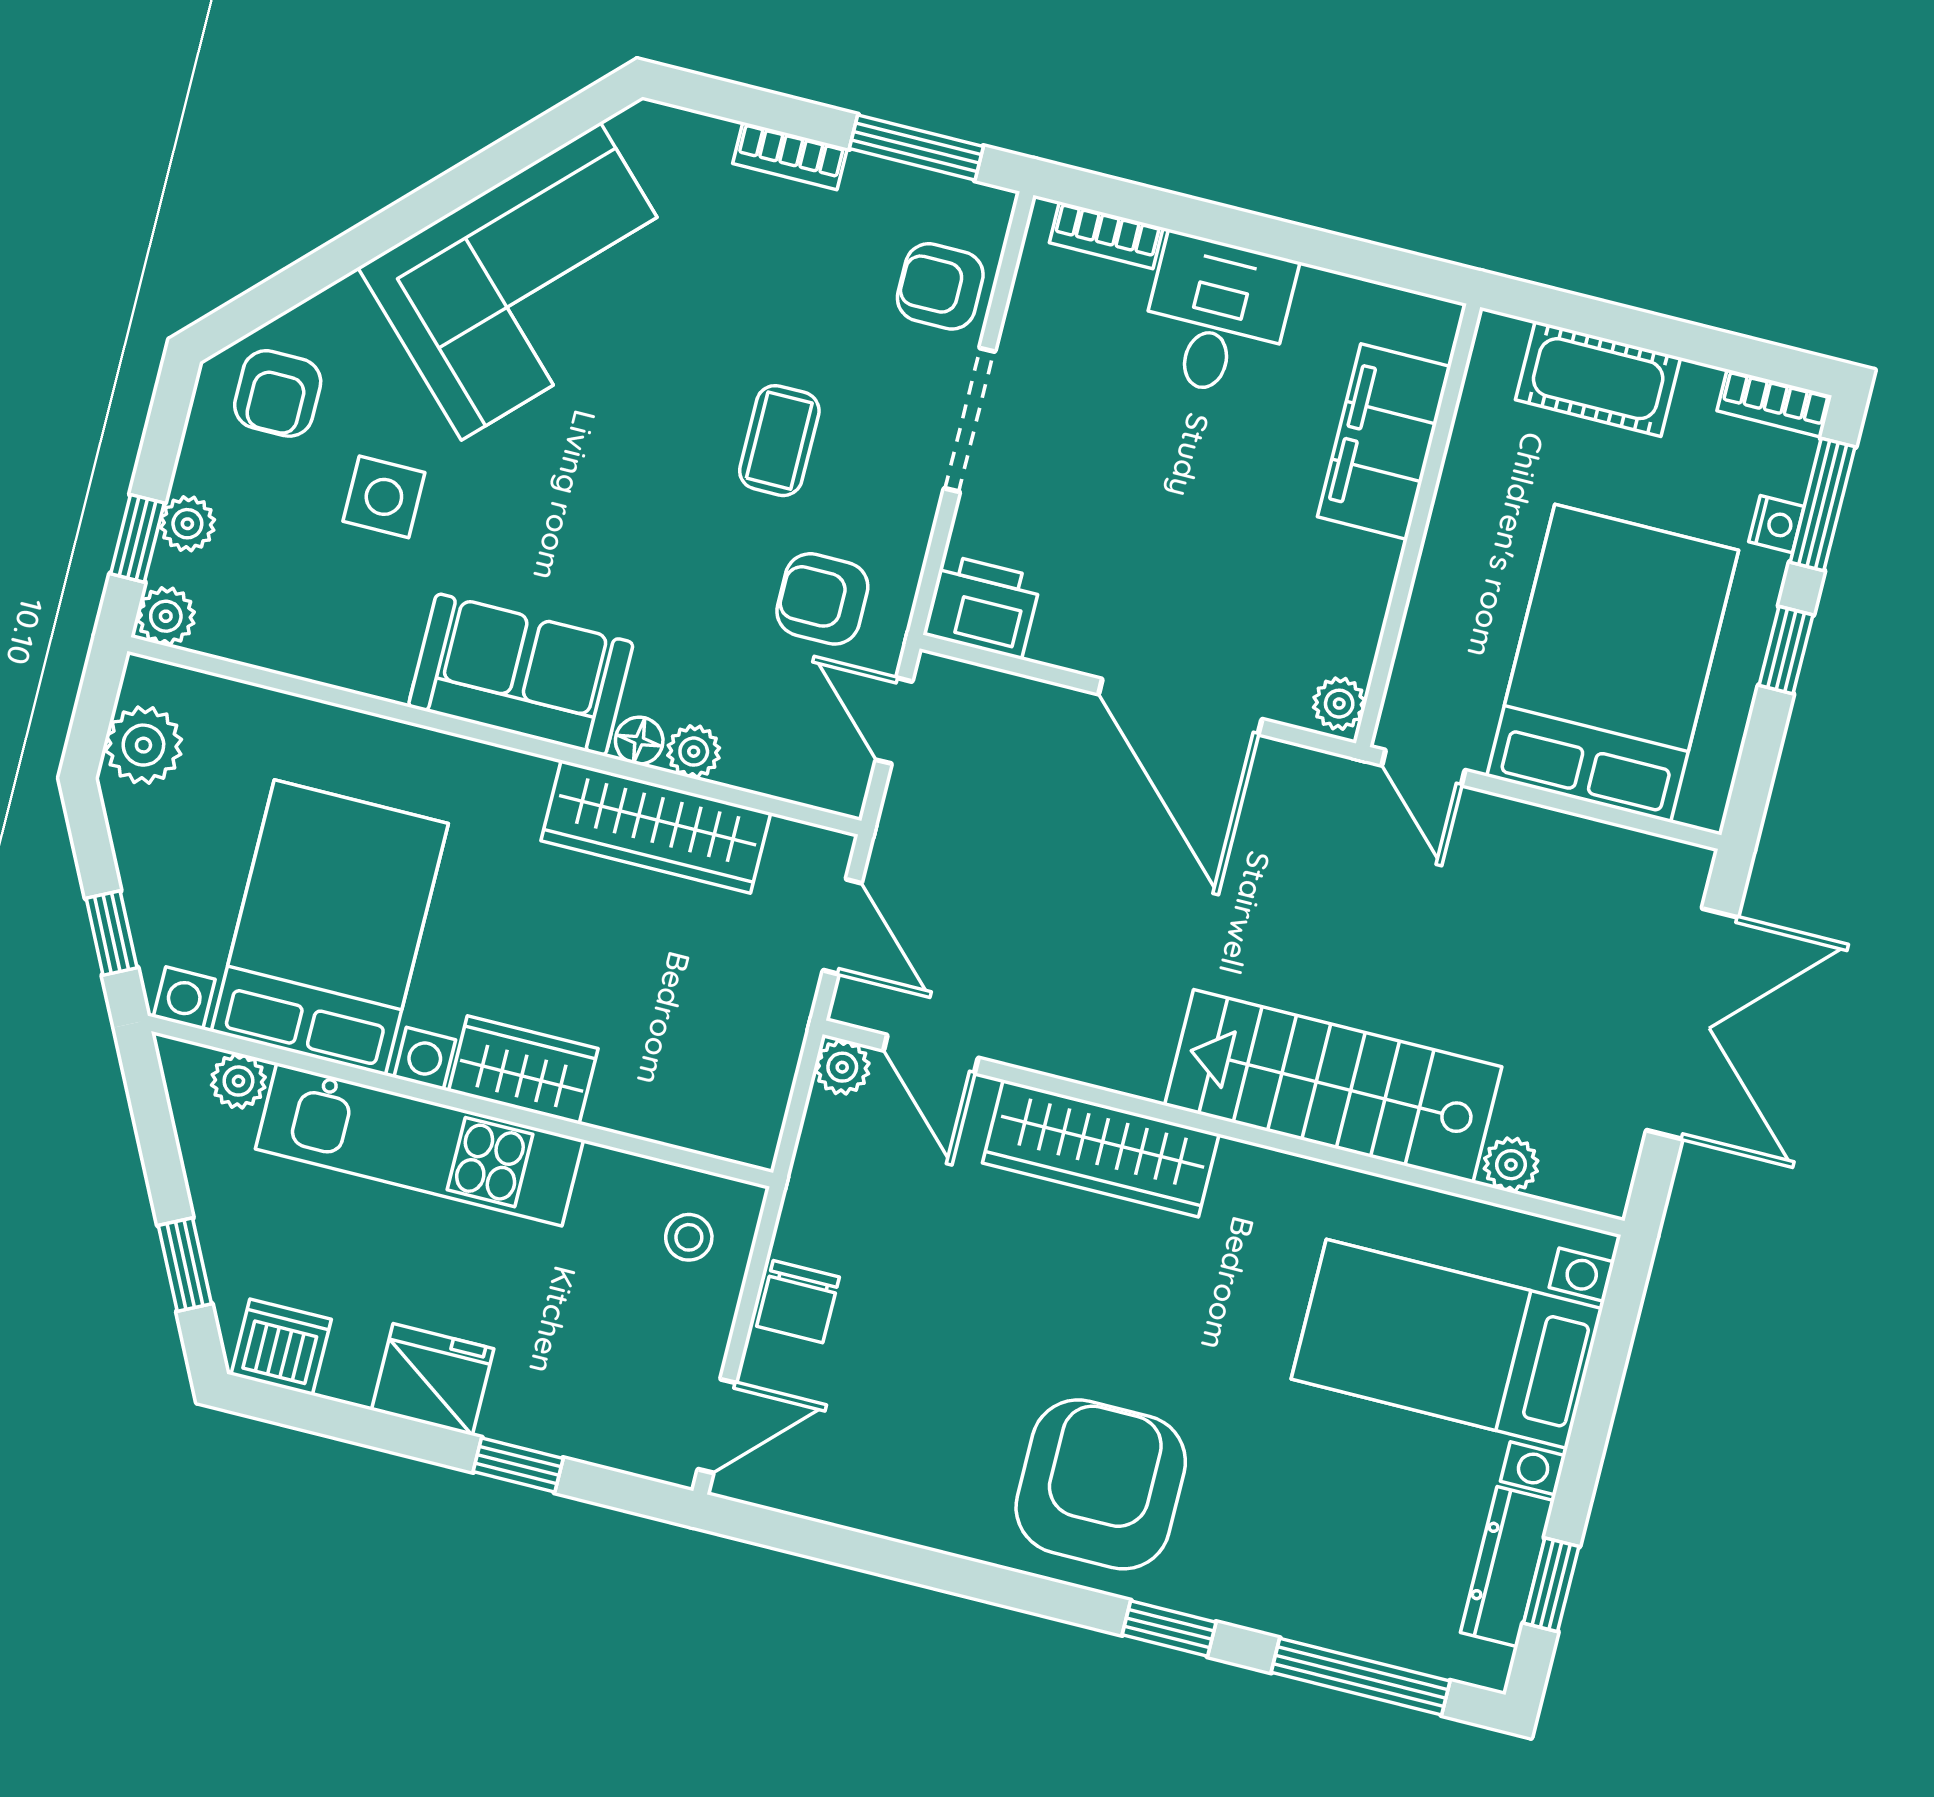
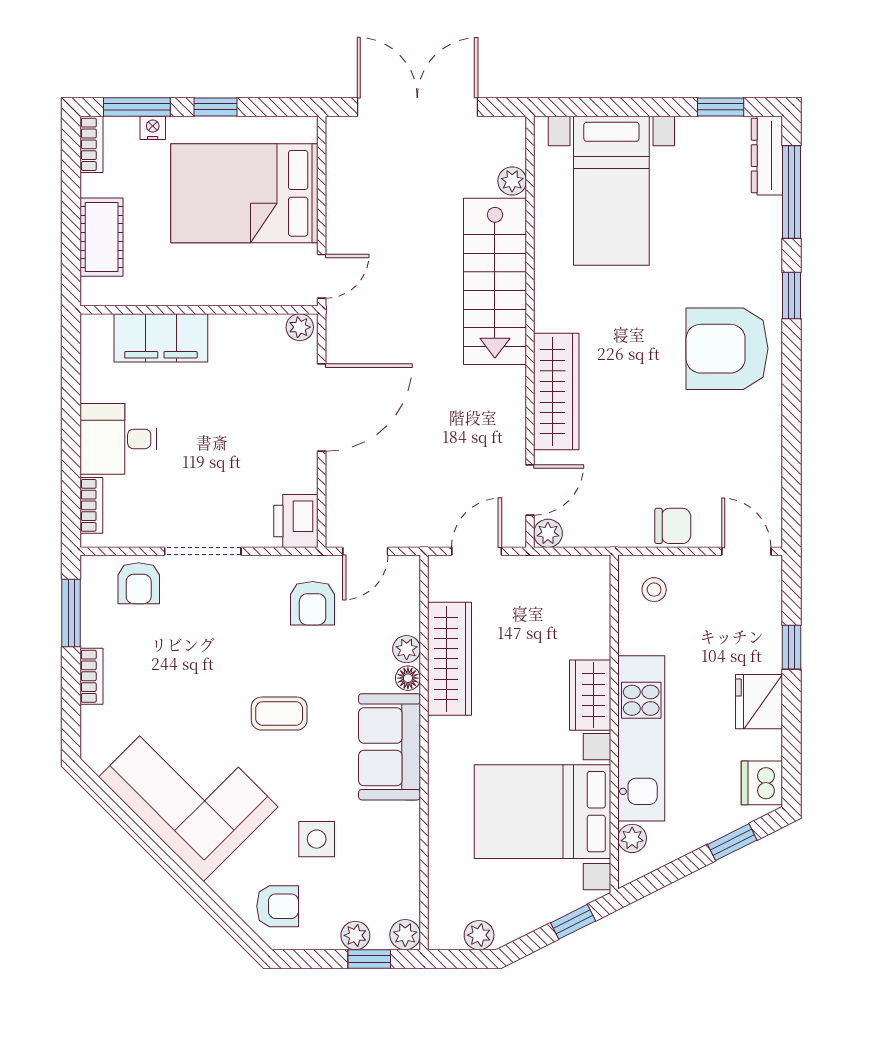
coffee table: (779, 441) -> (279, 714), moved
plant: (143, 745) -> (479, 935), width x0.73, depth x0.73
dresser: (1507, 1567) -> (767, 156), moved, turned 90

